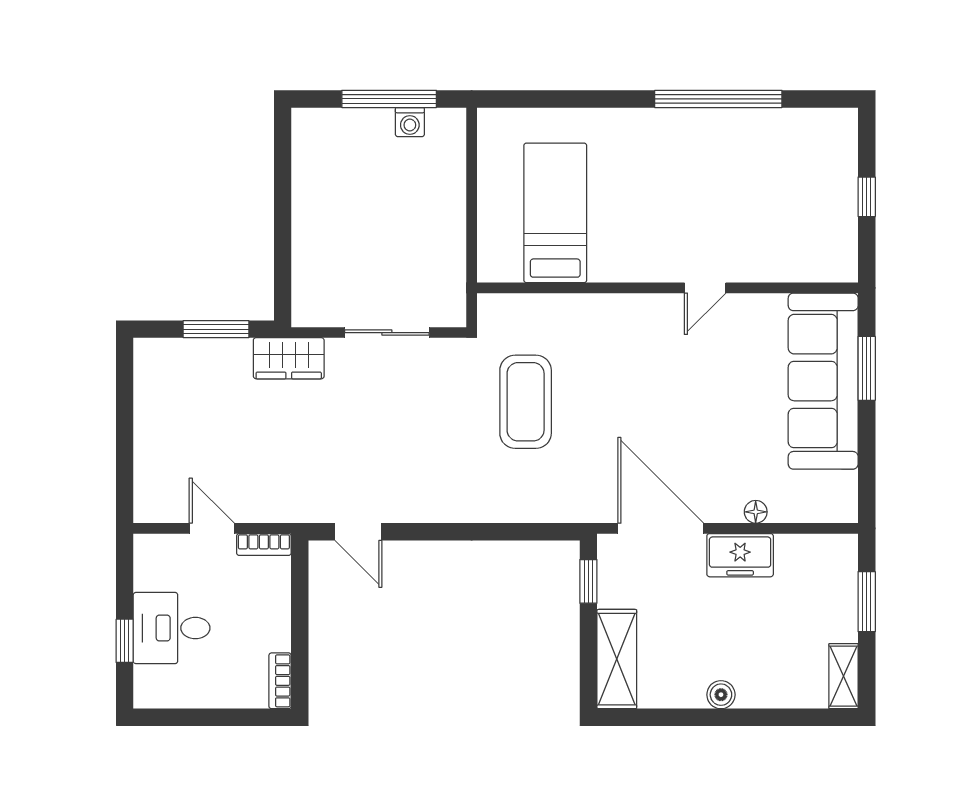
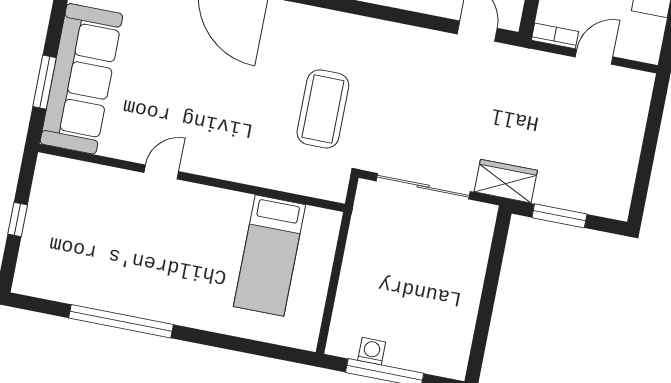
sliding door: (387, 333) -> (423, 186), width x1.37
door: (212, 528) -> (594, 57), swing flipped

